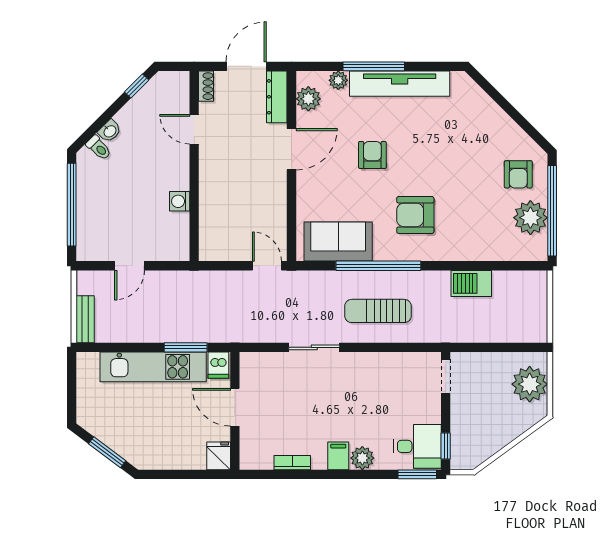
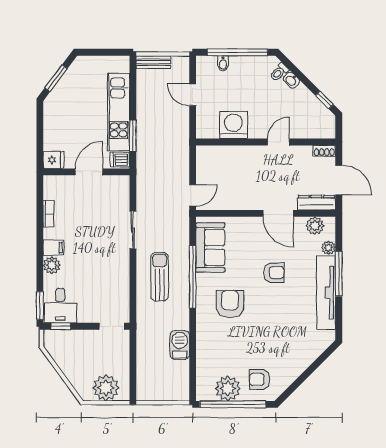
door: (194, 129) -> (278, 142), moved
washing machine: (180, 201) -> (233, 125), width x1.89, depth x1.89
bidet: (87, 224) -> (223, 63), added

